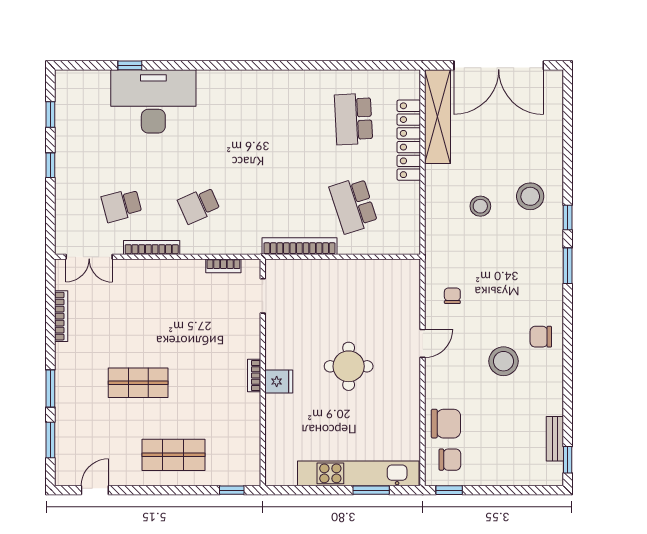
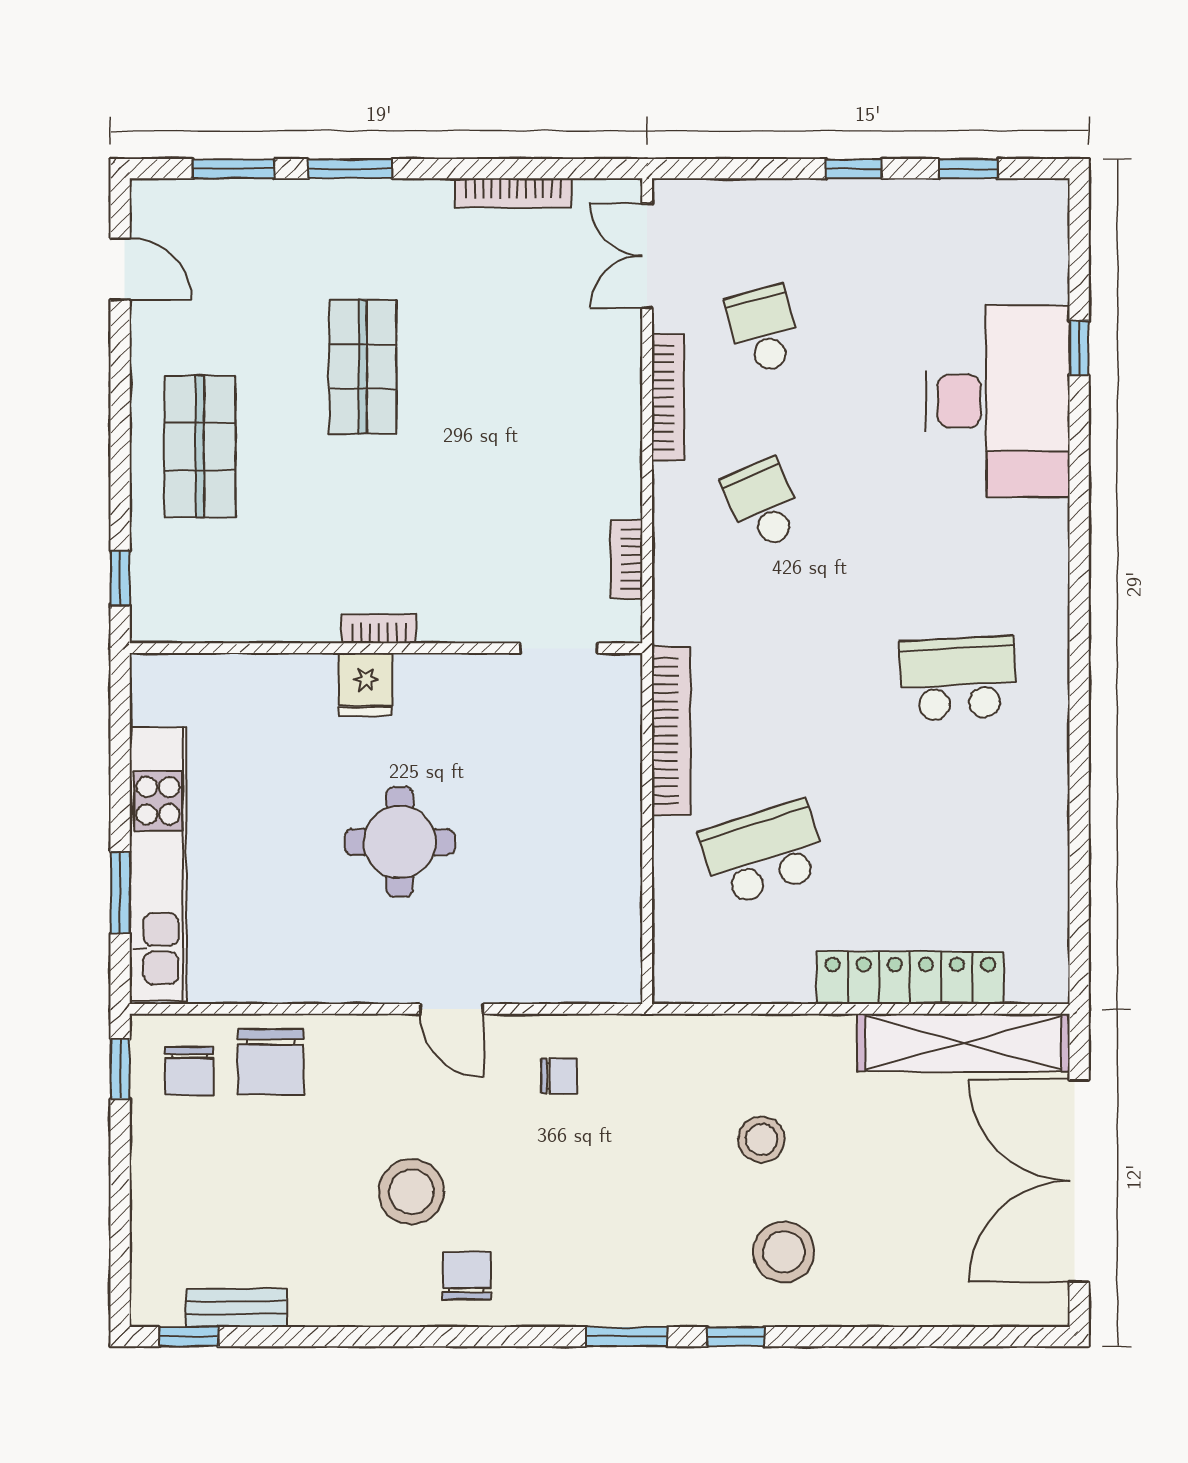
school desk: (353, 119) -> (958, 678), moved

